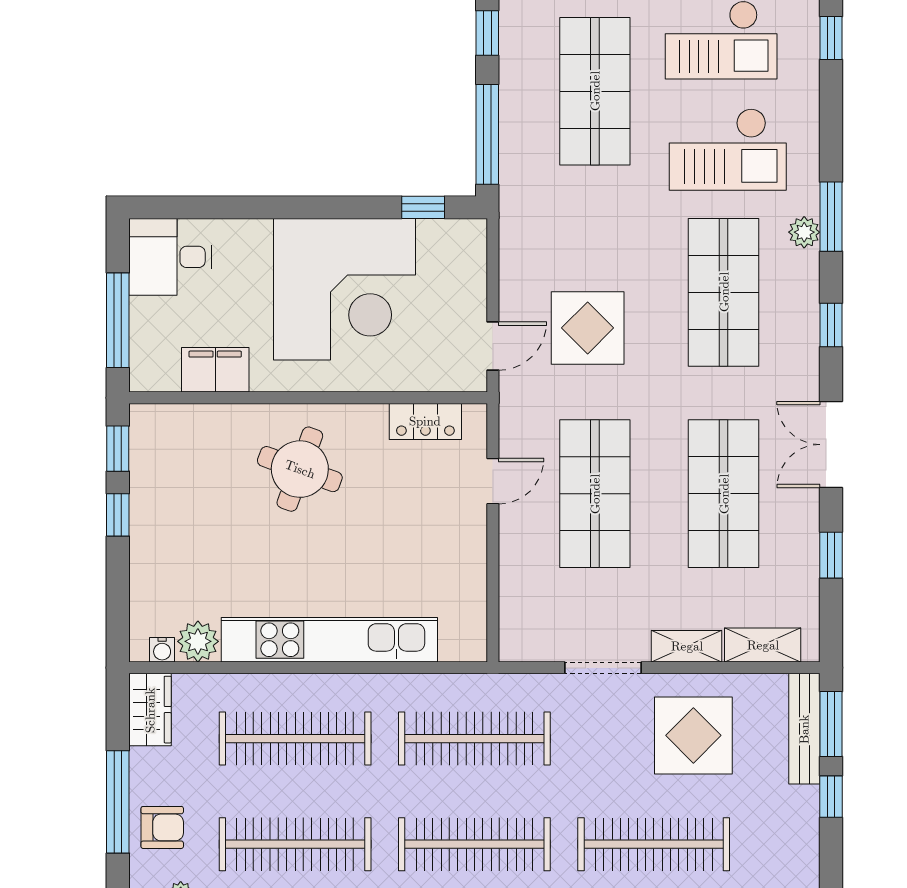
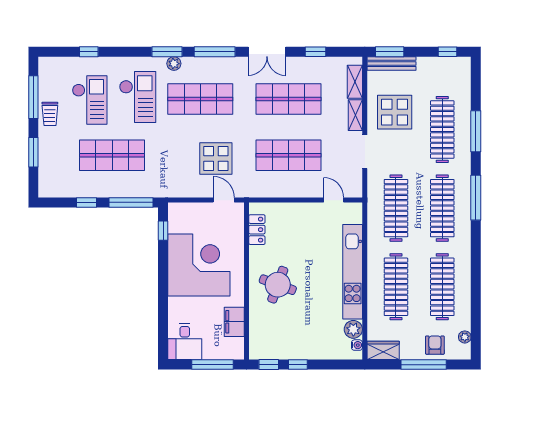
window: (831, 325) -> (215, 52), width x2.17
door: (493, 481) -> (334, 200), moved
window: (831, 797) -> (448, 52), moved

